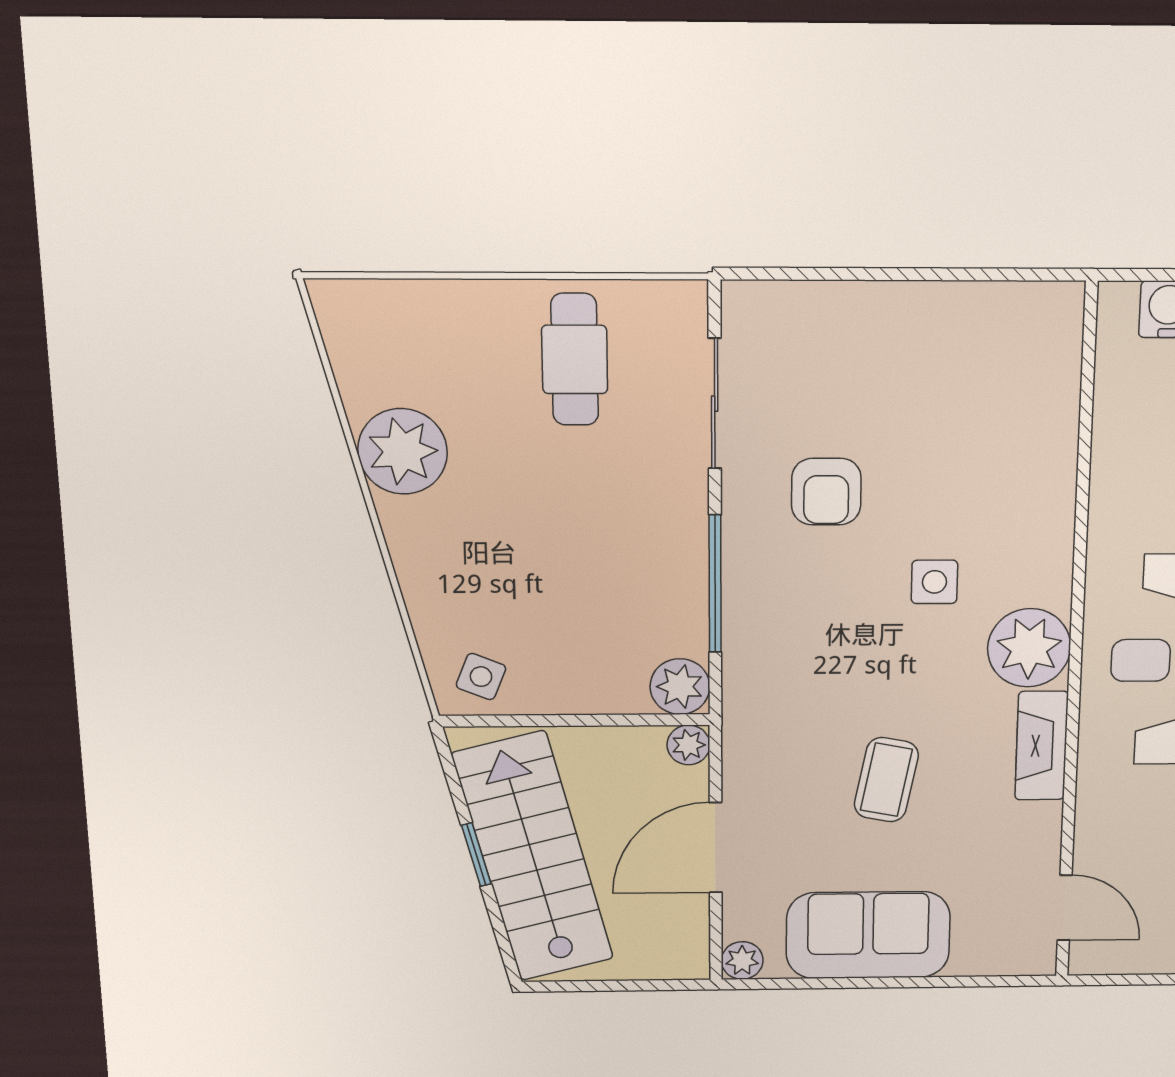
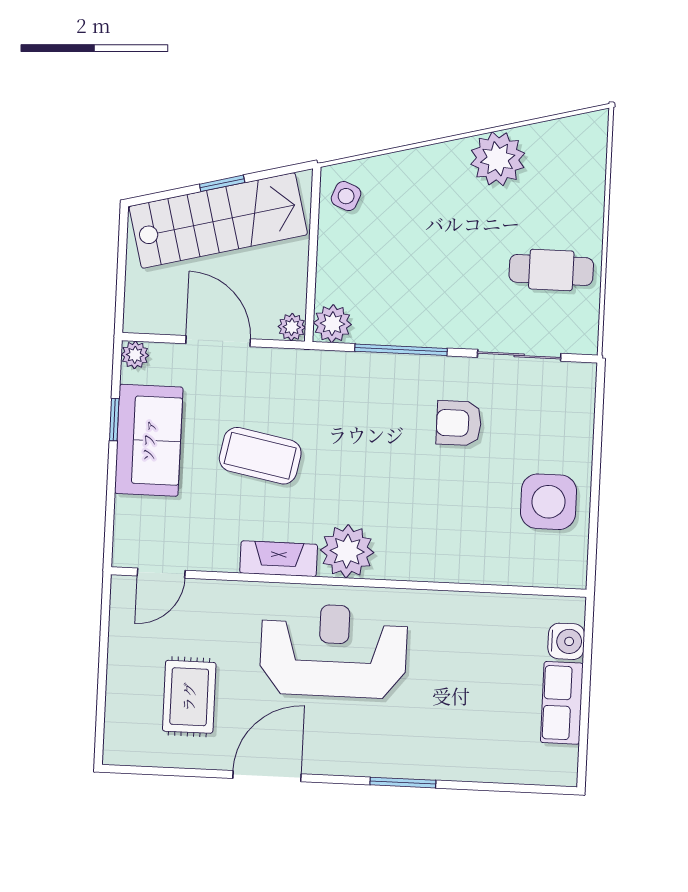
side table: (934, 582) -> (548, 502), moved, width x1.87, depth x1.87
coffee table: (886, 780) -> (260, 456), width x1.36, depth x1.30
window: (839, 983) -> (114, 420), added

